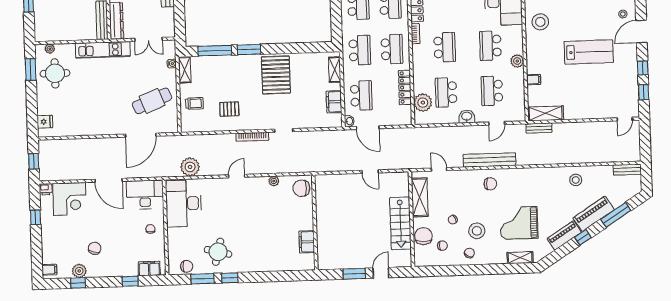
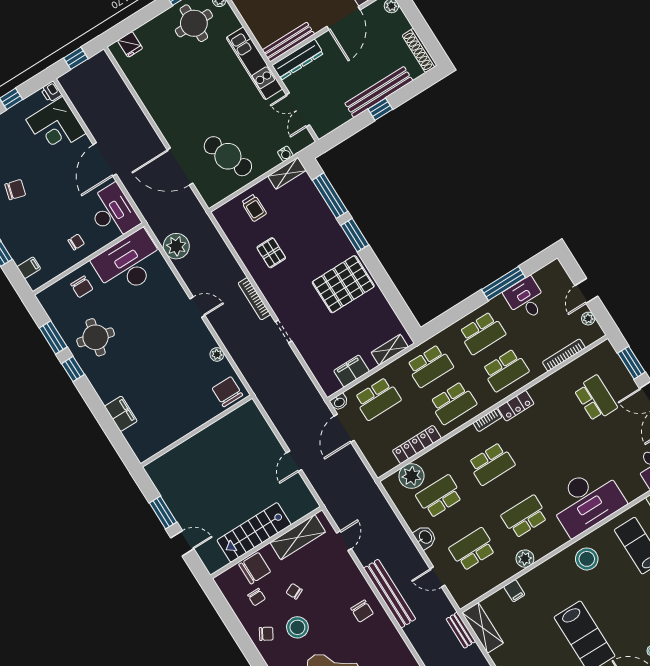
filing cabinet: (307, 242) -> (121, 414), moved, turned 90
chair: (187, 266) -> (82, 287), moved
filing cabinet: (149, 268) -> (29, 268), width x0.50

